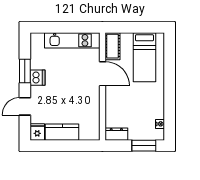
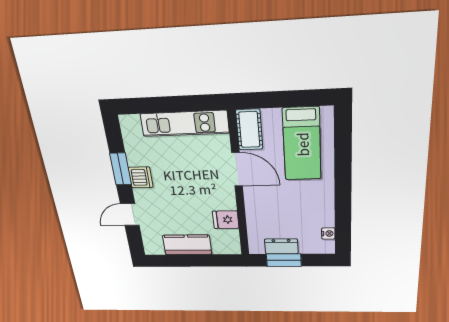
fridge: (37, 132) -> (226, 220), moved, turned -90
dresser: (116, 134) -> (281, 246), moved
window: (144, 146) -> (284, 260), moved

